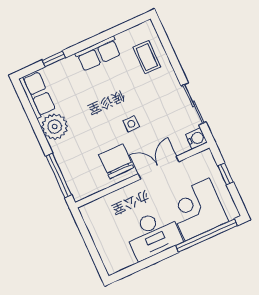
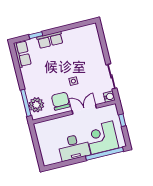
row of seats: (98, 54) -> (50, 40), moved
coffee table: (147, 57) -> (90, 44), removed
plant: (55, 127) -> (36, 105), moved

